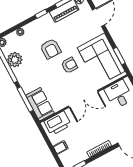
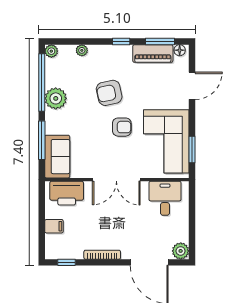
armchair: (51, 49) -> (109, 93), turned 78
plant: (15, 60) -> (56, 98), moved

